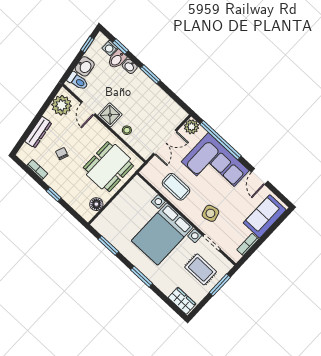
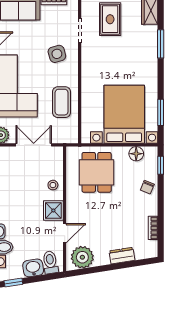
dresser: (38, 132) -> (122, 256), width x0.70
chair: (62, 154) -> (147, 187), moved
dining table: (108, 167) -> (97, 172), width x0.73
window: (54, 194) -> (161, 165), moved
bed with nightstands: (162, 234) -> (124, 114), moved, turned -90
window: (142, 277) -> (161, 44), moved

